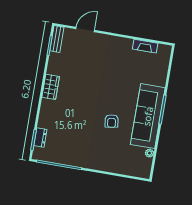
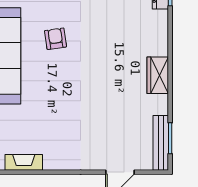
bench: (57, 39) -> (161, 143), width x1.36

